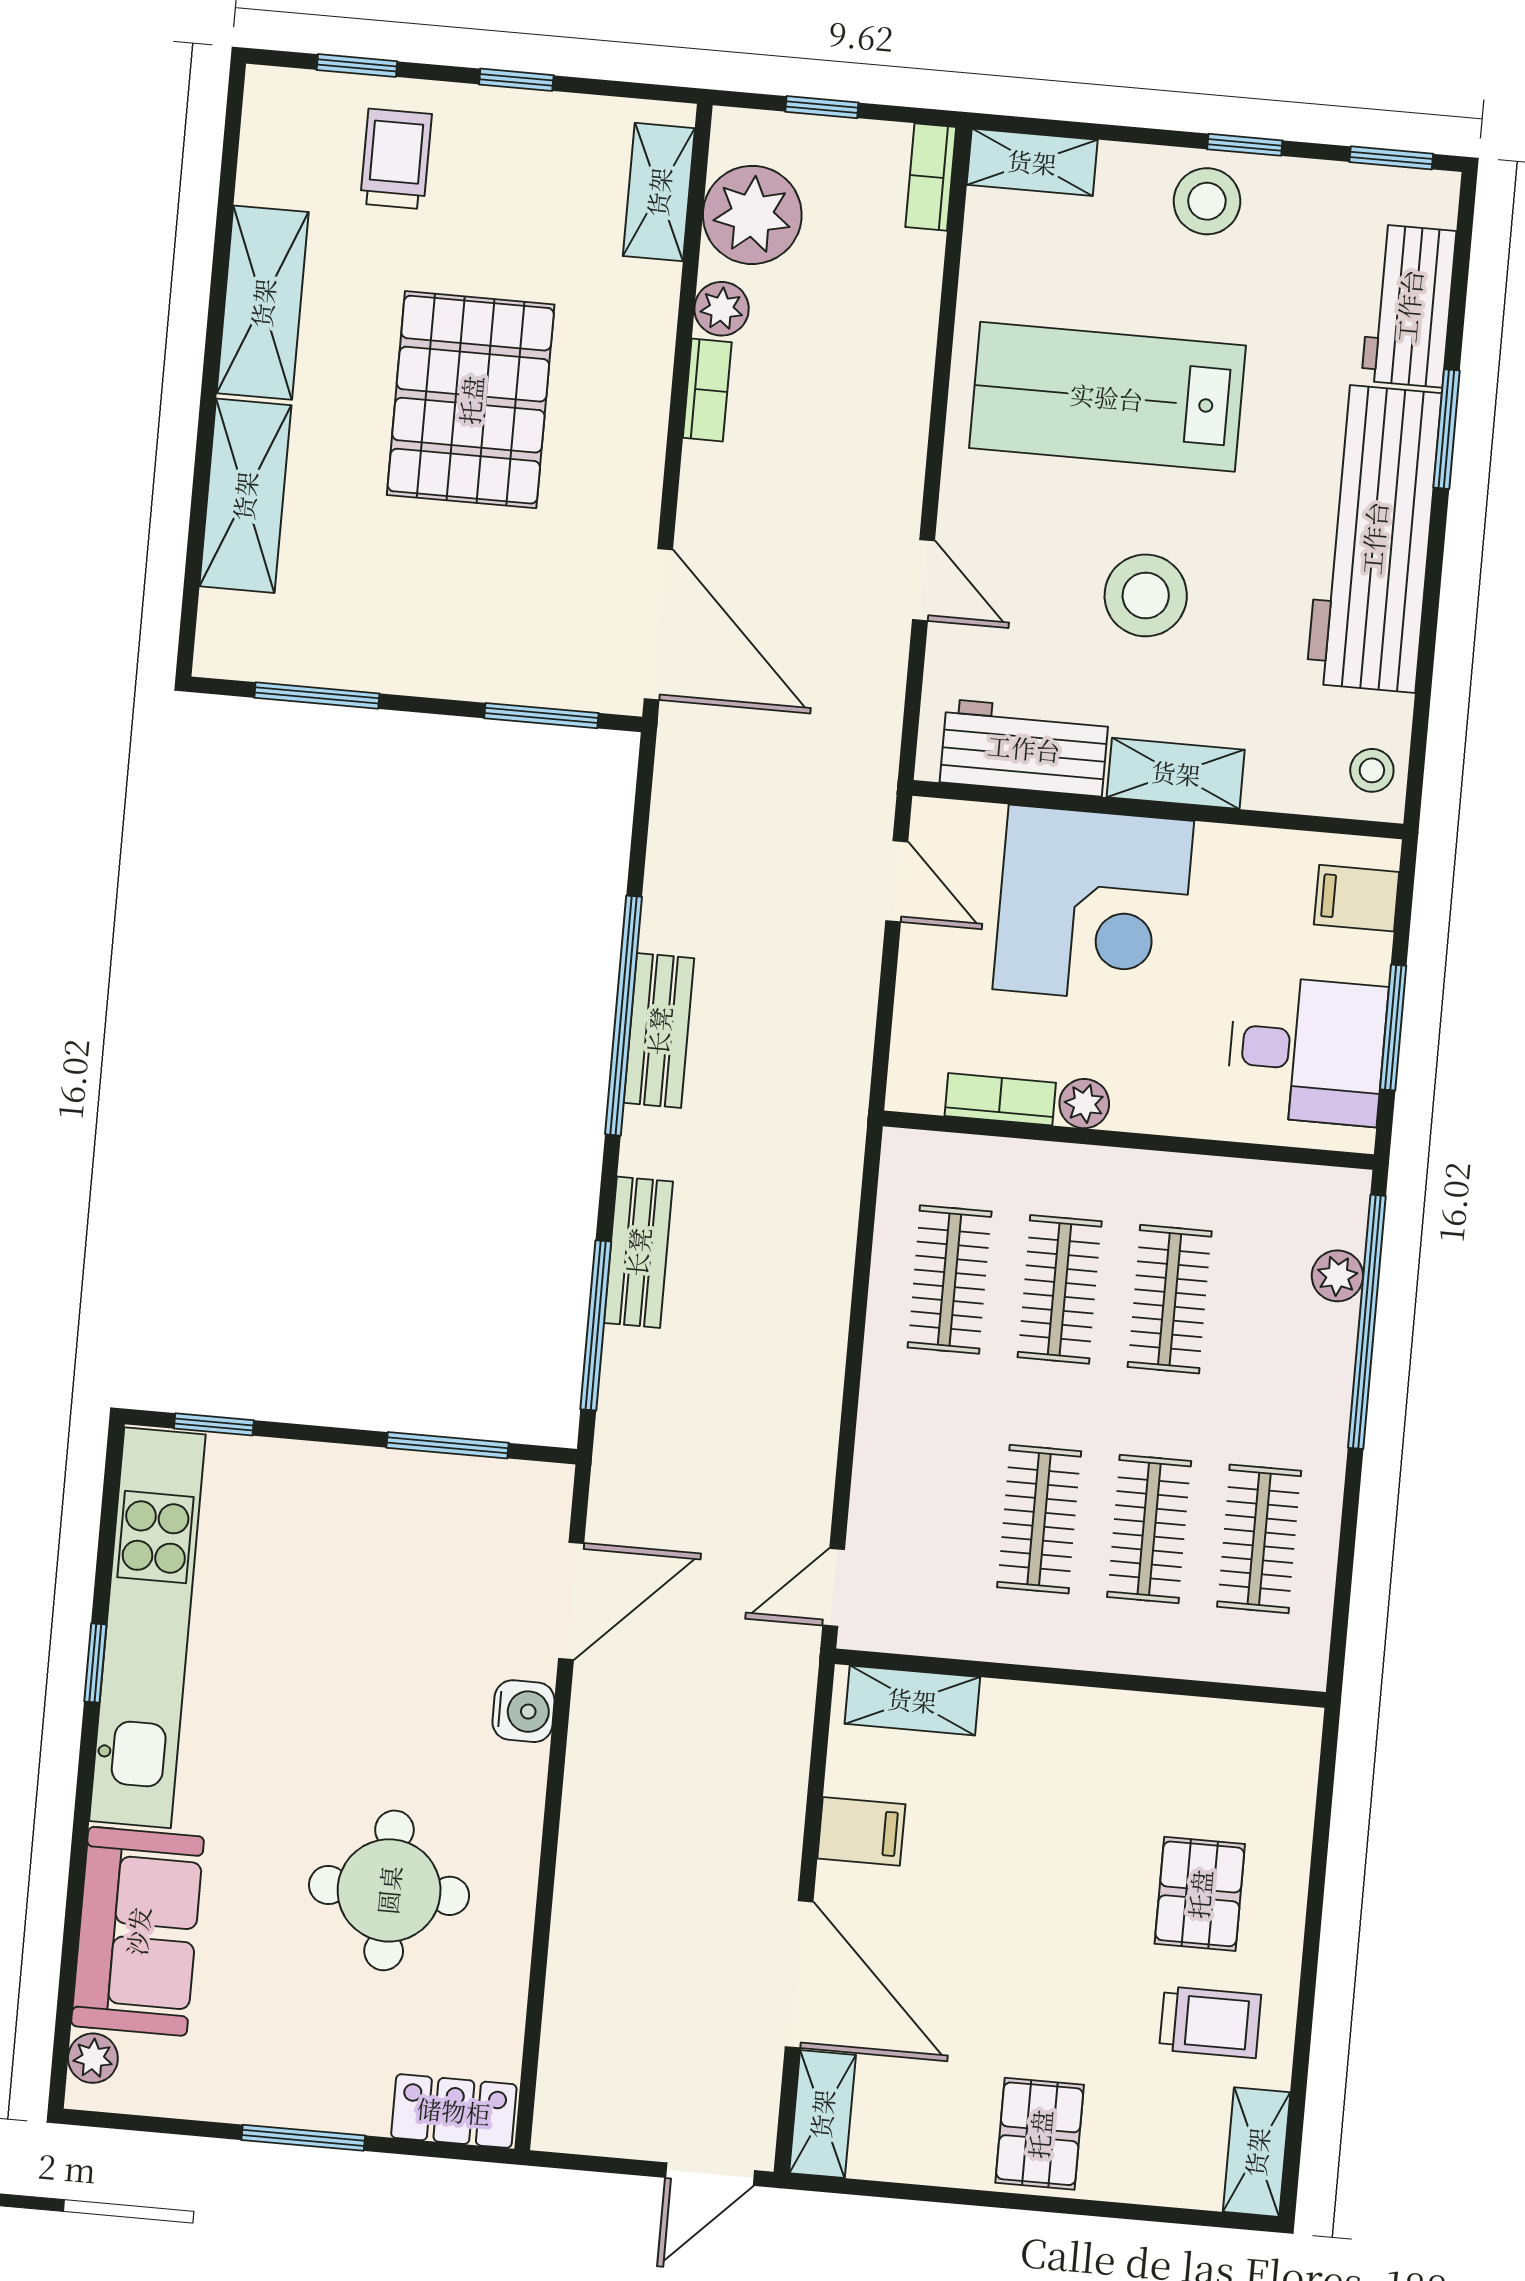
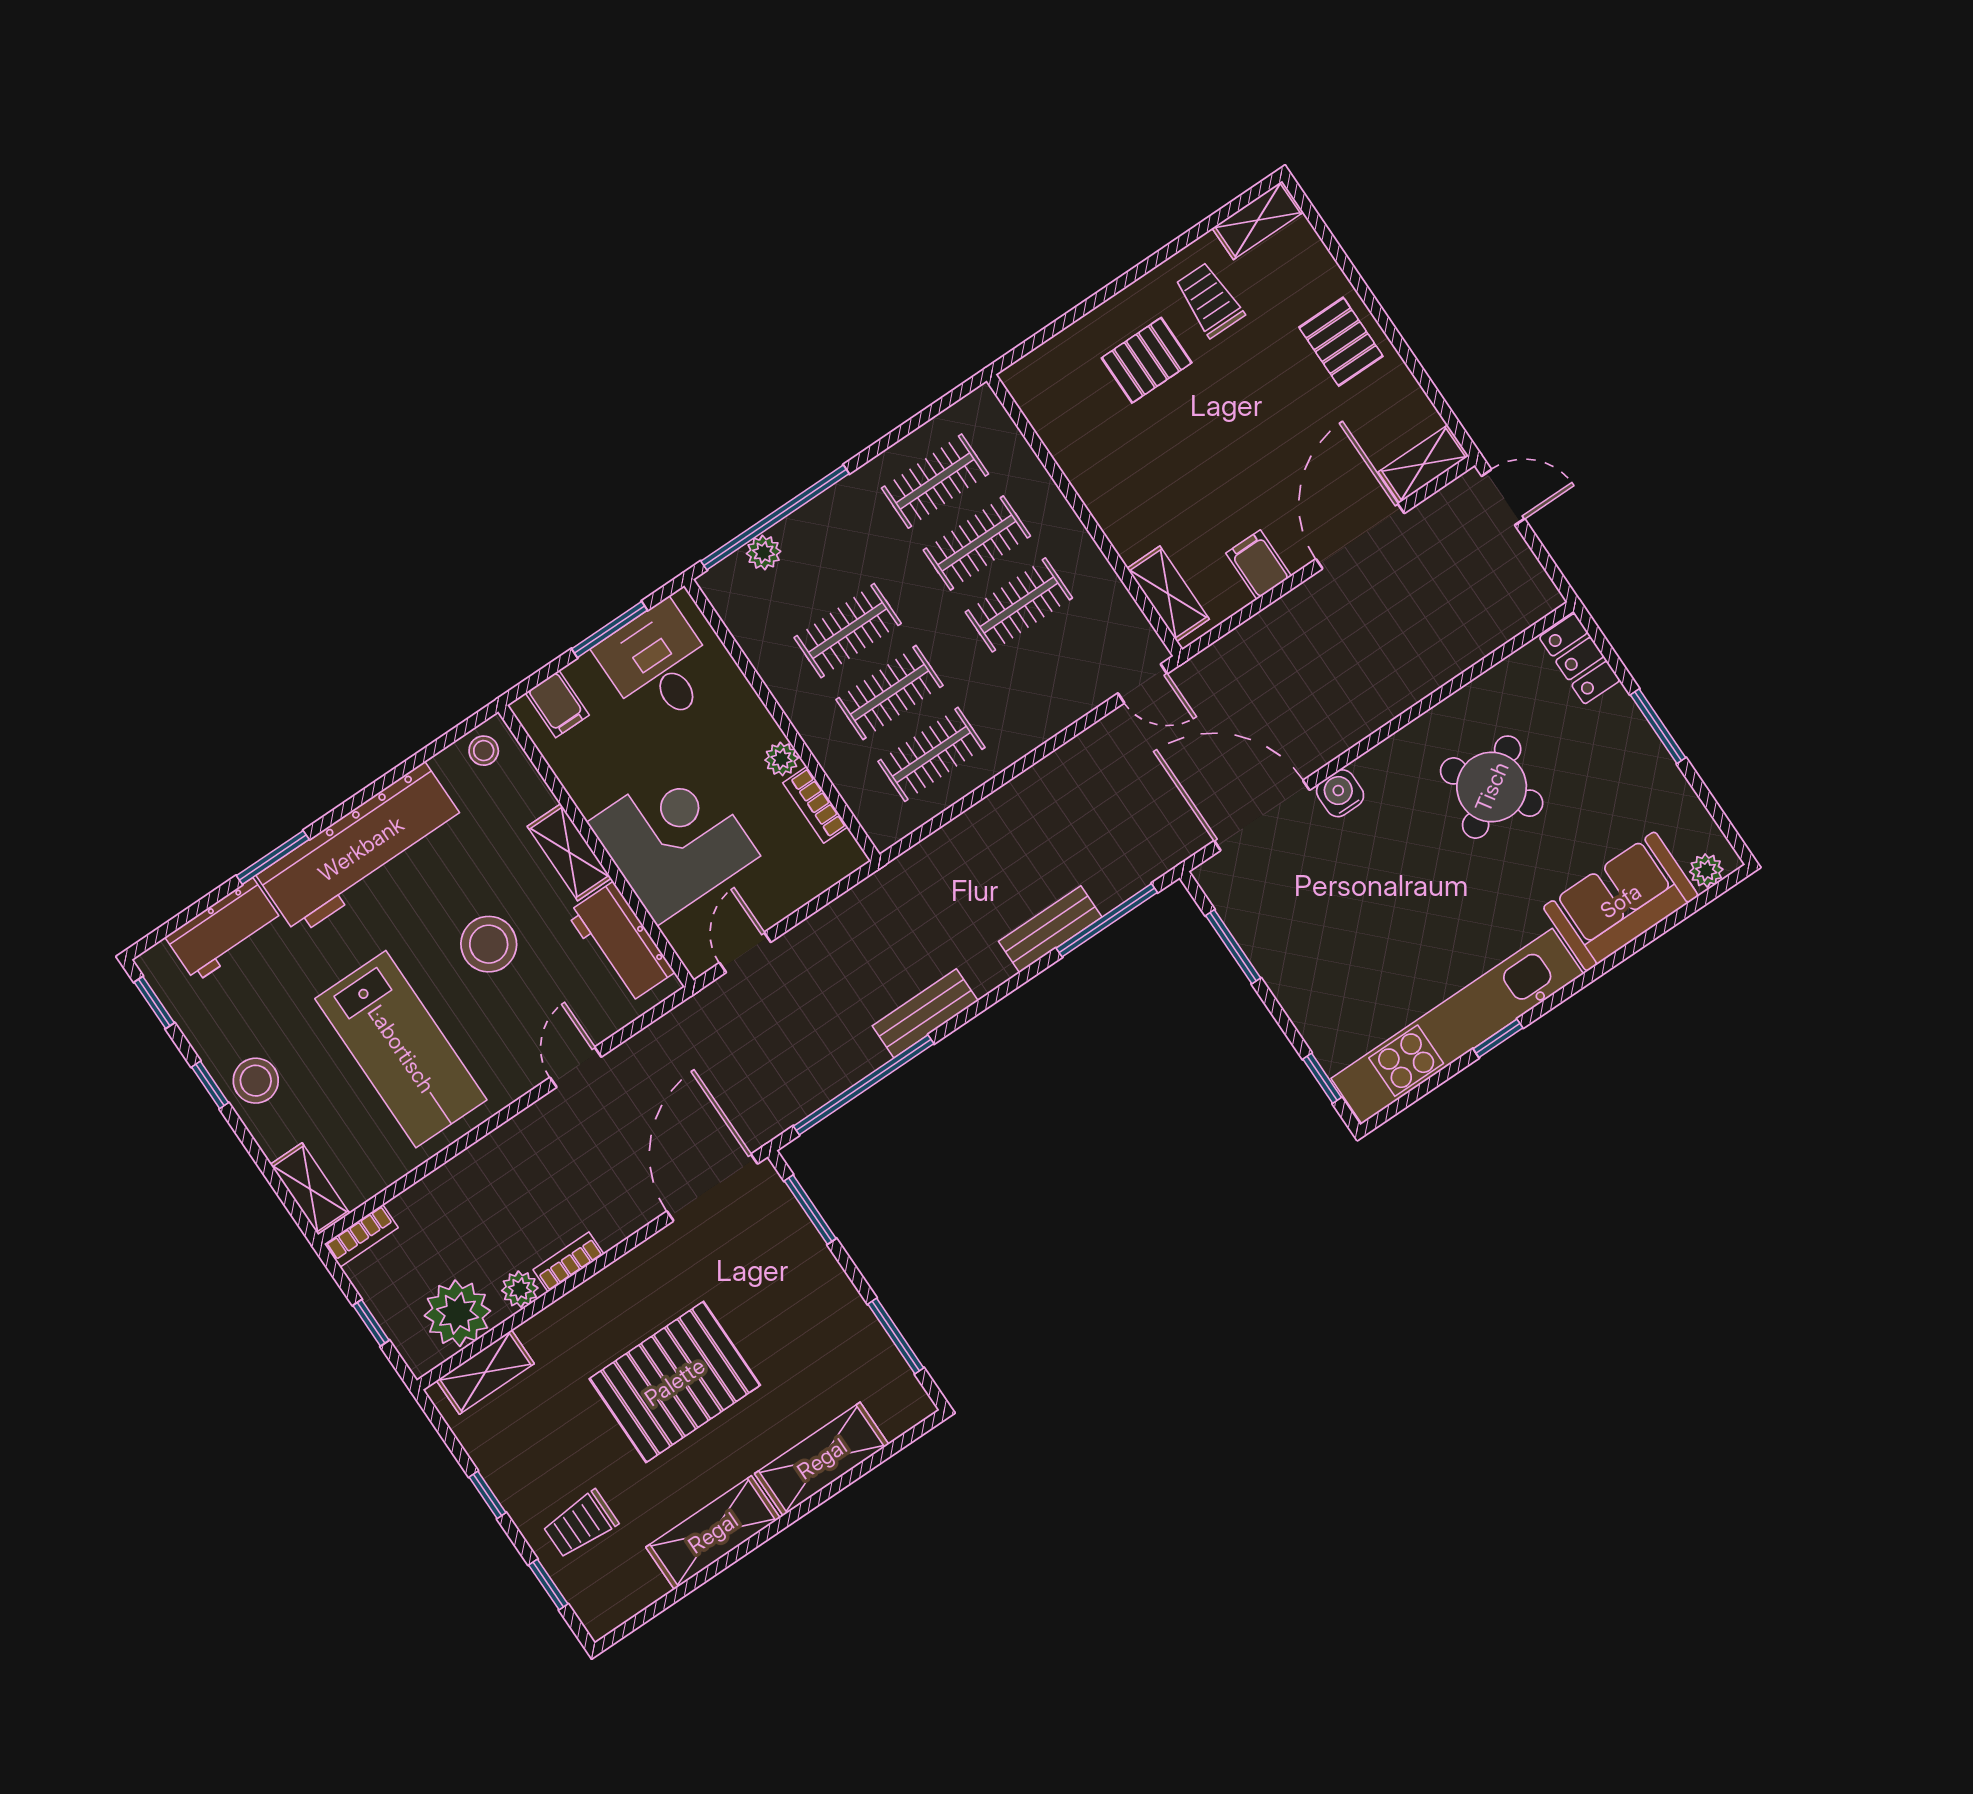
window: (623, 1016) -> (864, 1085), moved
door: (571, 1601) -> (1262, 815), width x1.36
round table: (389, 1890) -> (1492, 787), turned -33
pallet: (1040, 2134) -> (1341, 342), turned 90

